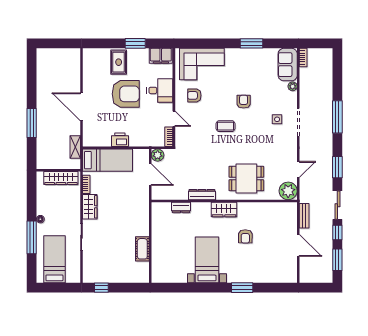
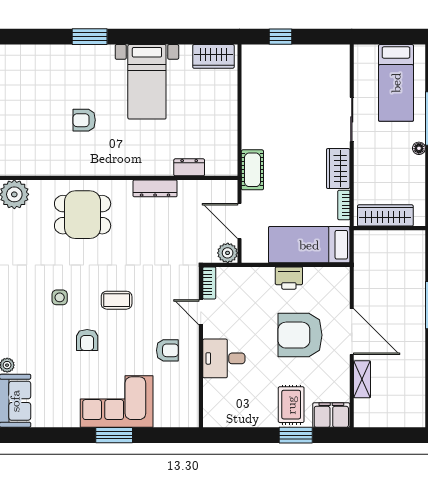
window: (135, 43) -> (296, 435), moved
window: (251, 43) -> (114, 435), moved
filing cabinet: (161, 56) -> (331, 415), moved
corner sofa: (202, 64) -> (117, 402), moved
armchair: (126, 94) -> (300, 335), moved
side table: (277, 119) -> (60, 297), moved
shelving: (75, 147) -> (362, 379), moved
wardrobe: (224, 210) -> (213, 56), moved, turned 180
armchair: (245, 236) -> (84, 120), turned -91
cot: (142, 249) -> (252, 170), moved
window: (101, 288) -> (281, 37), moved

